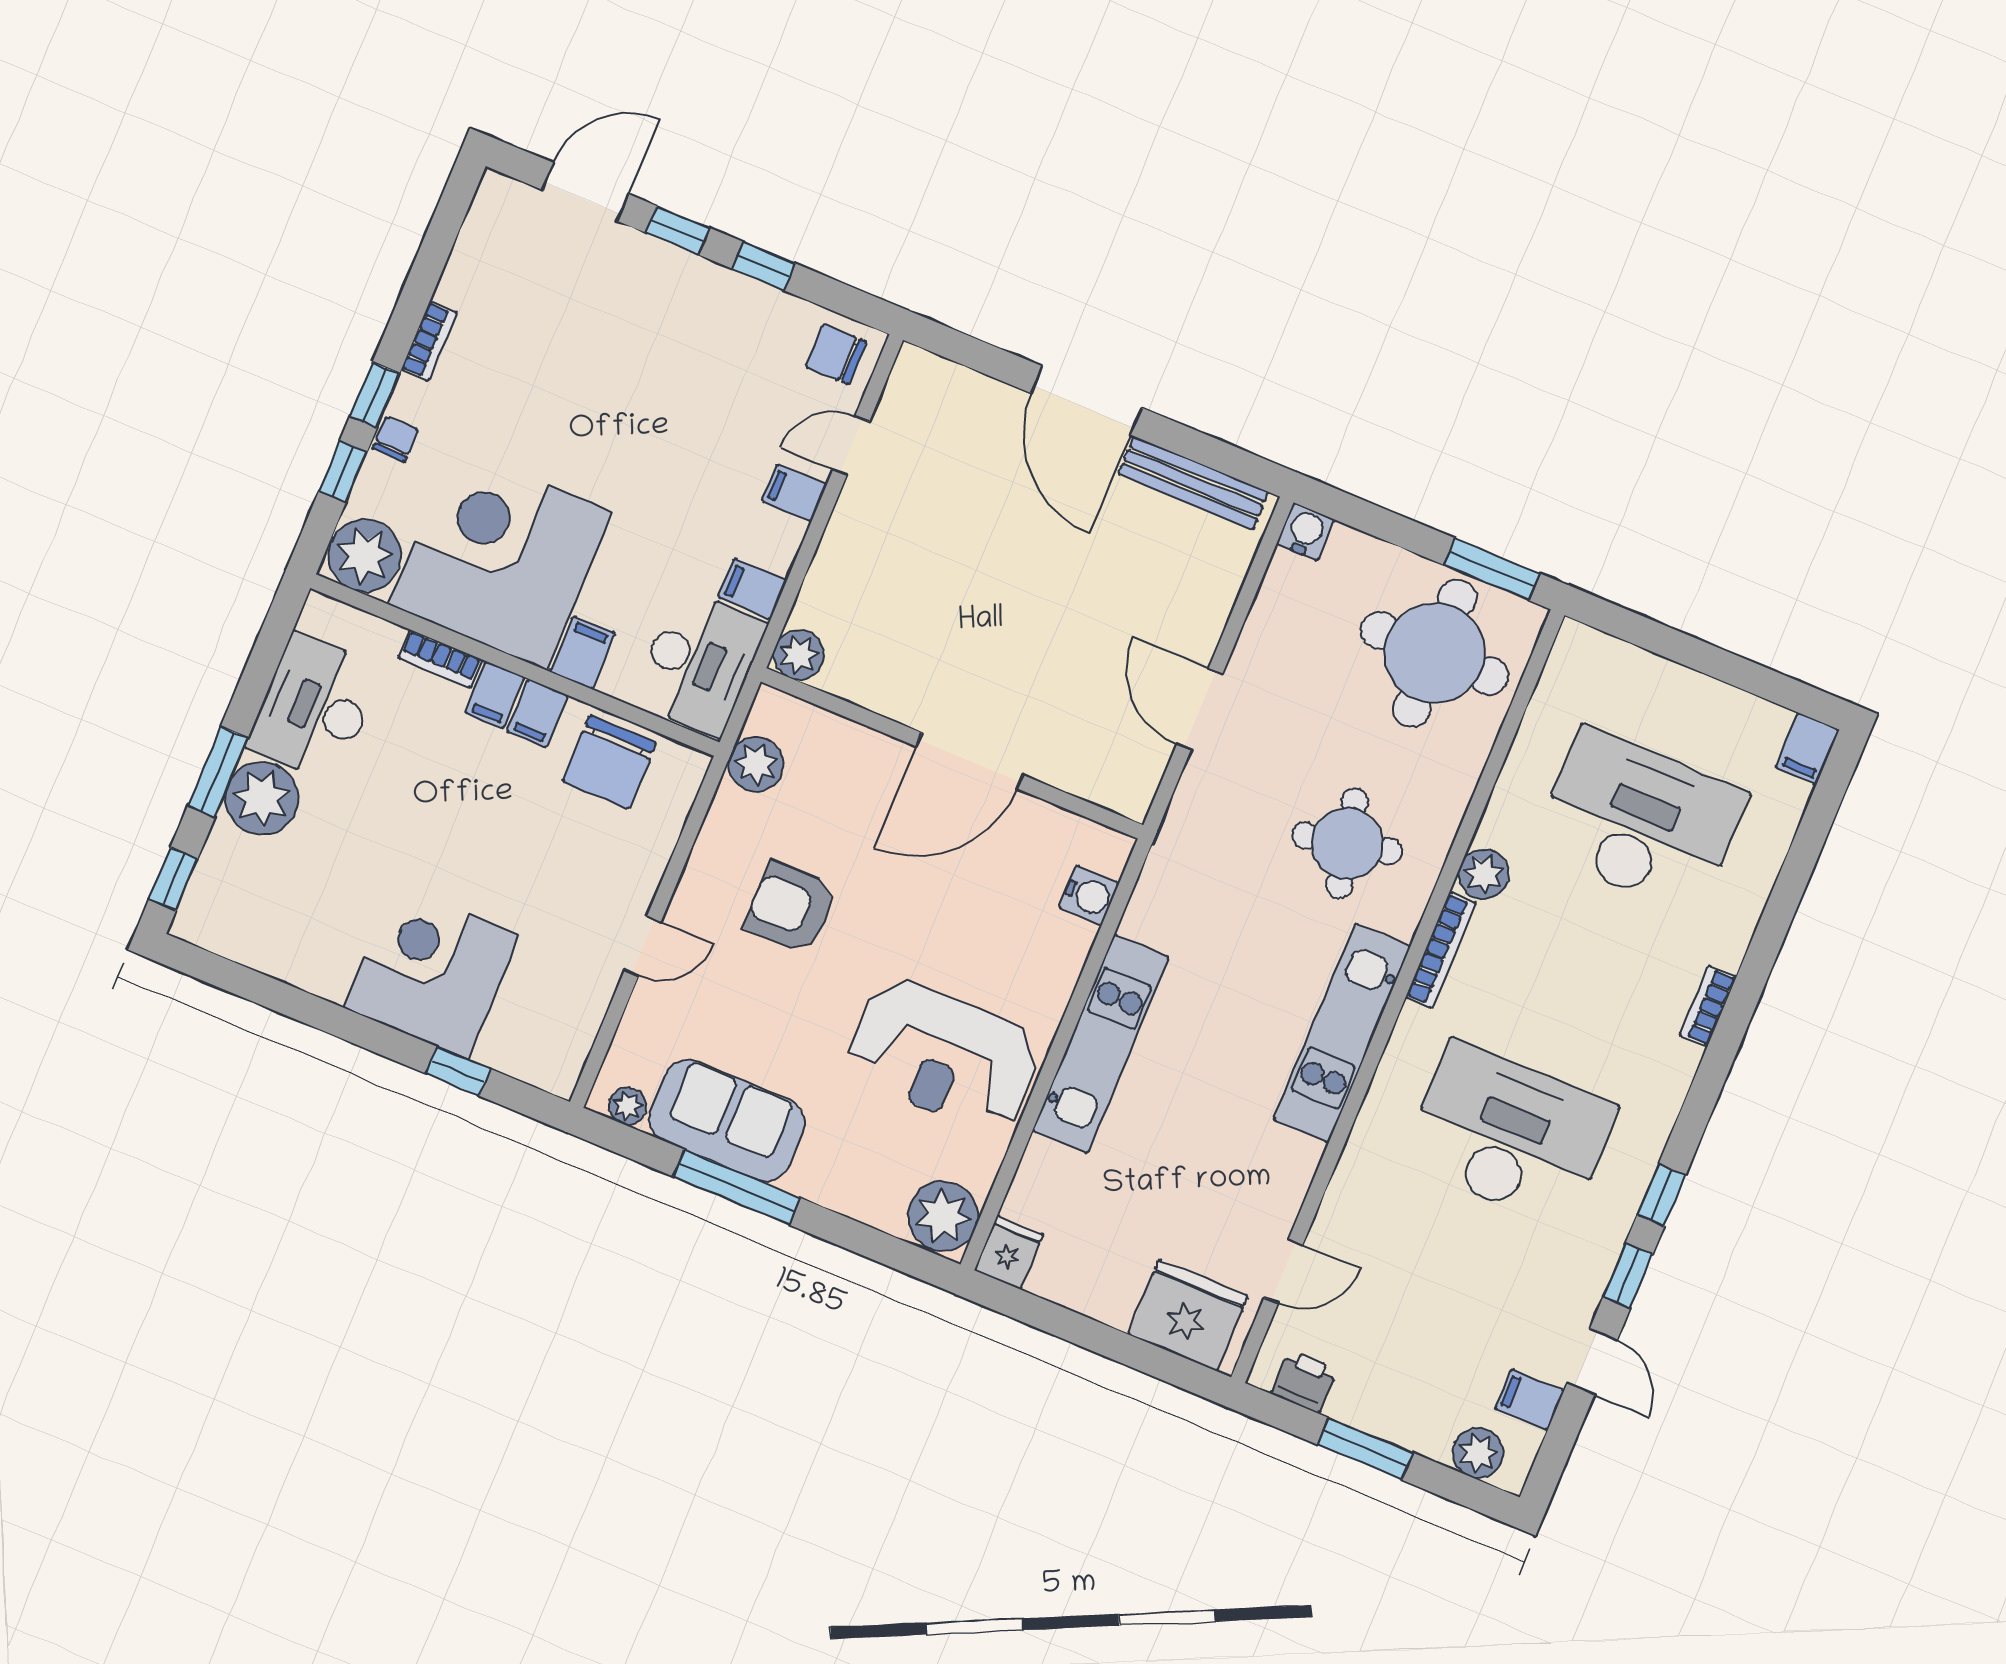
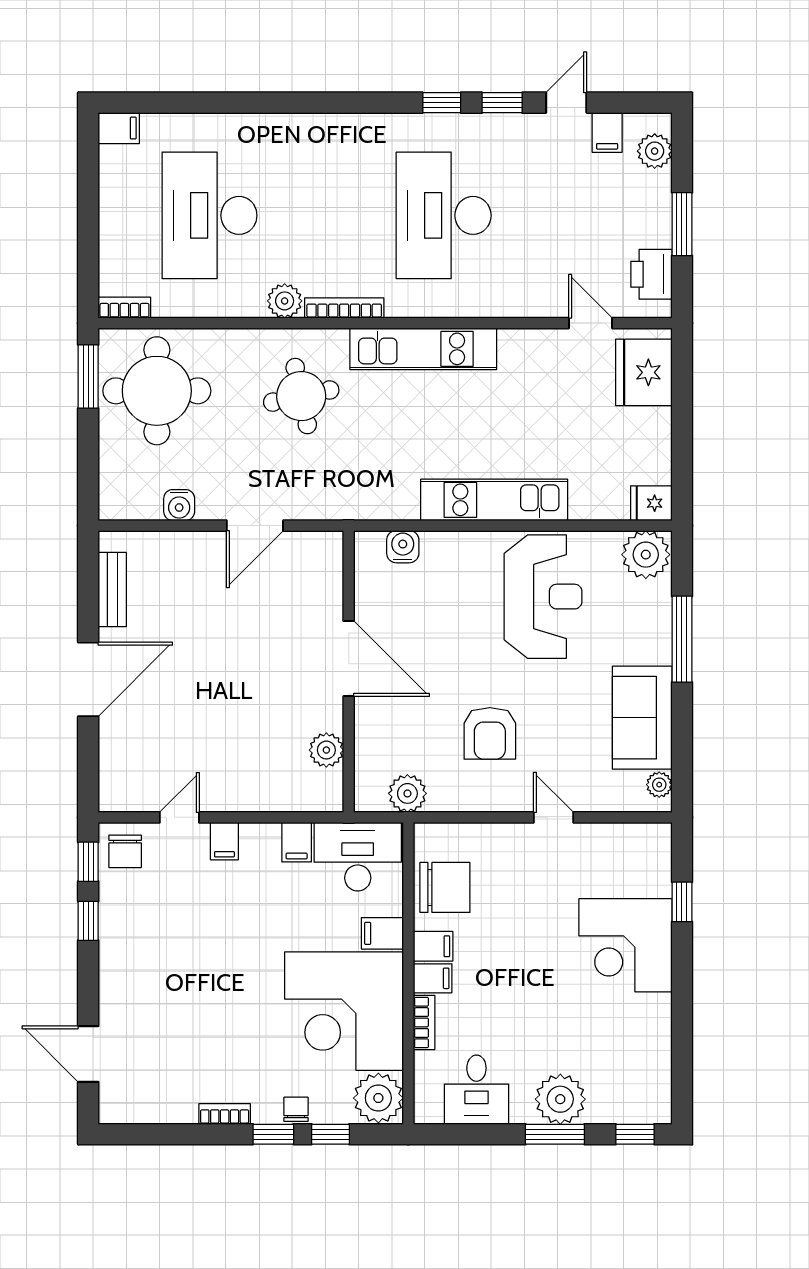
window: (678, 230) -> (88, 862), moved
chair: (396, 439) -> (296, 1109), turned 90
door: (851, 446) -> (179, 817), swing flipped
bench: (1194, 483) -> (112, 589), width x0.73
water cooler: (1306, 532) -> (179, 505), moved, turned -90
plant: (799, 655) -> (326, 750), moved
desk: (315, 708) -> (476, 1090), width x0.73
bookcase: (1708, 1006) -> (124, 308), moved, turned 180
window: (737, 1187) -> (682, 639), moved
printer: (1304, 1382) -> (651, 274), width x1.36, depth x1.24

